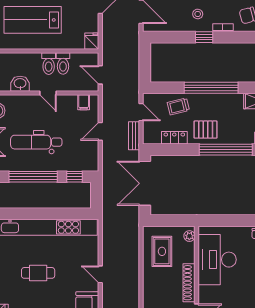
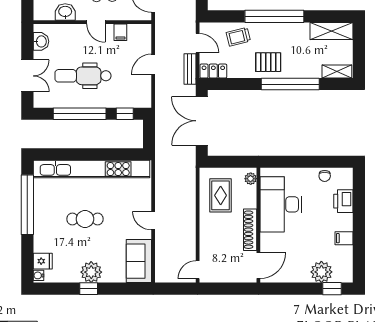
filing cabinet: (84, 102) -> (120, 32), moved
locker: (174, 138) -> (213, 71), moved

